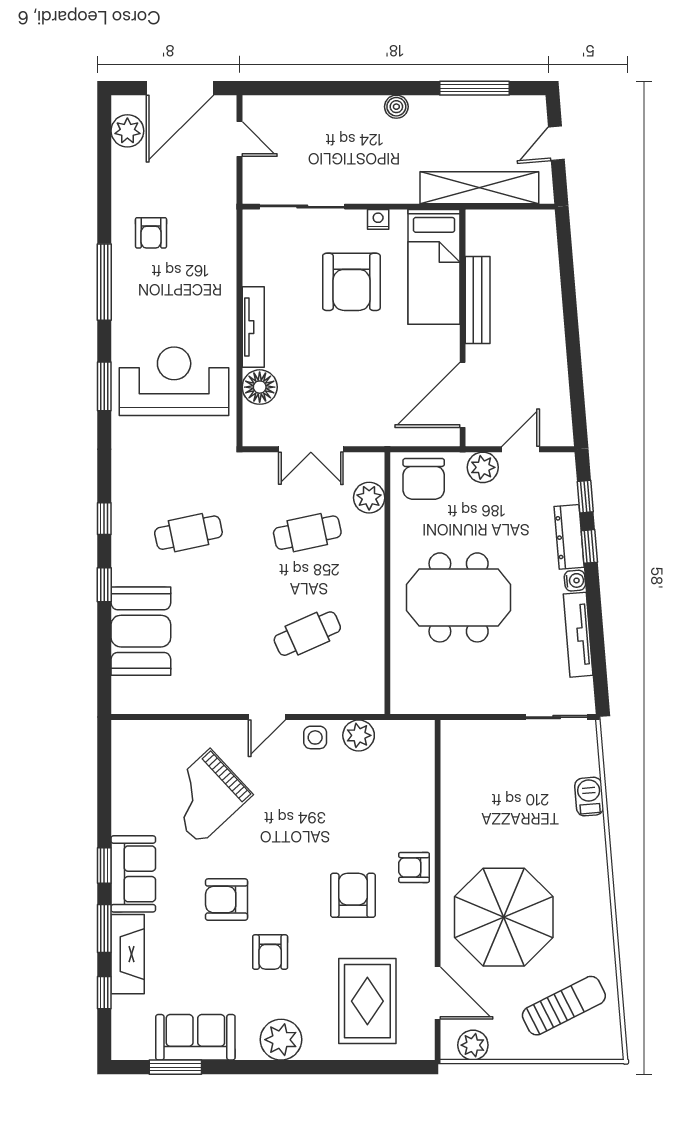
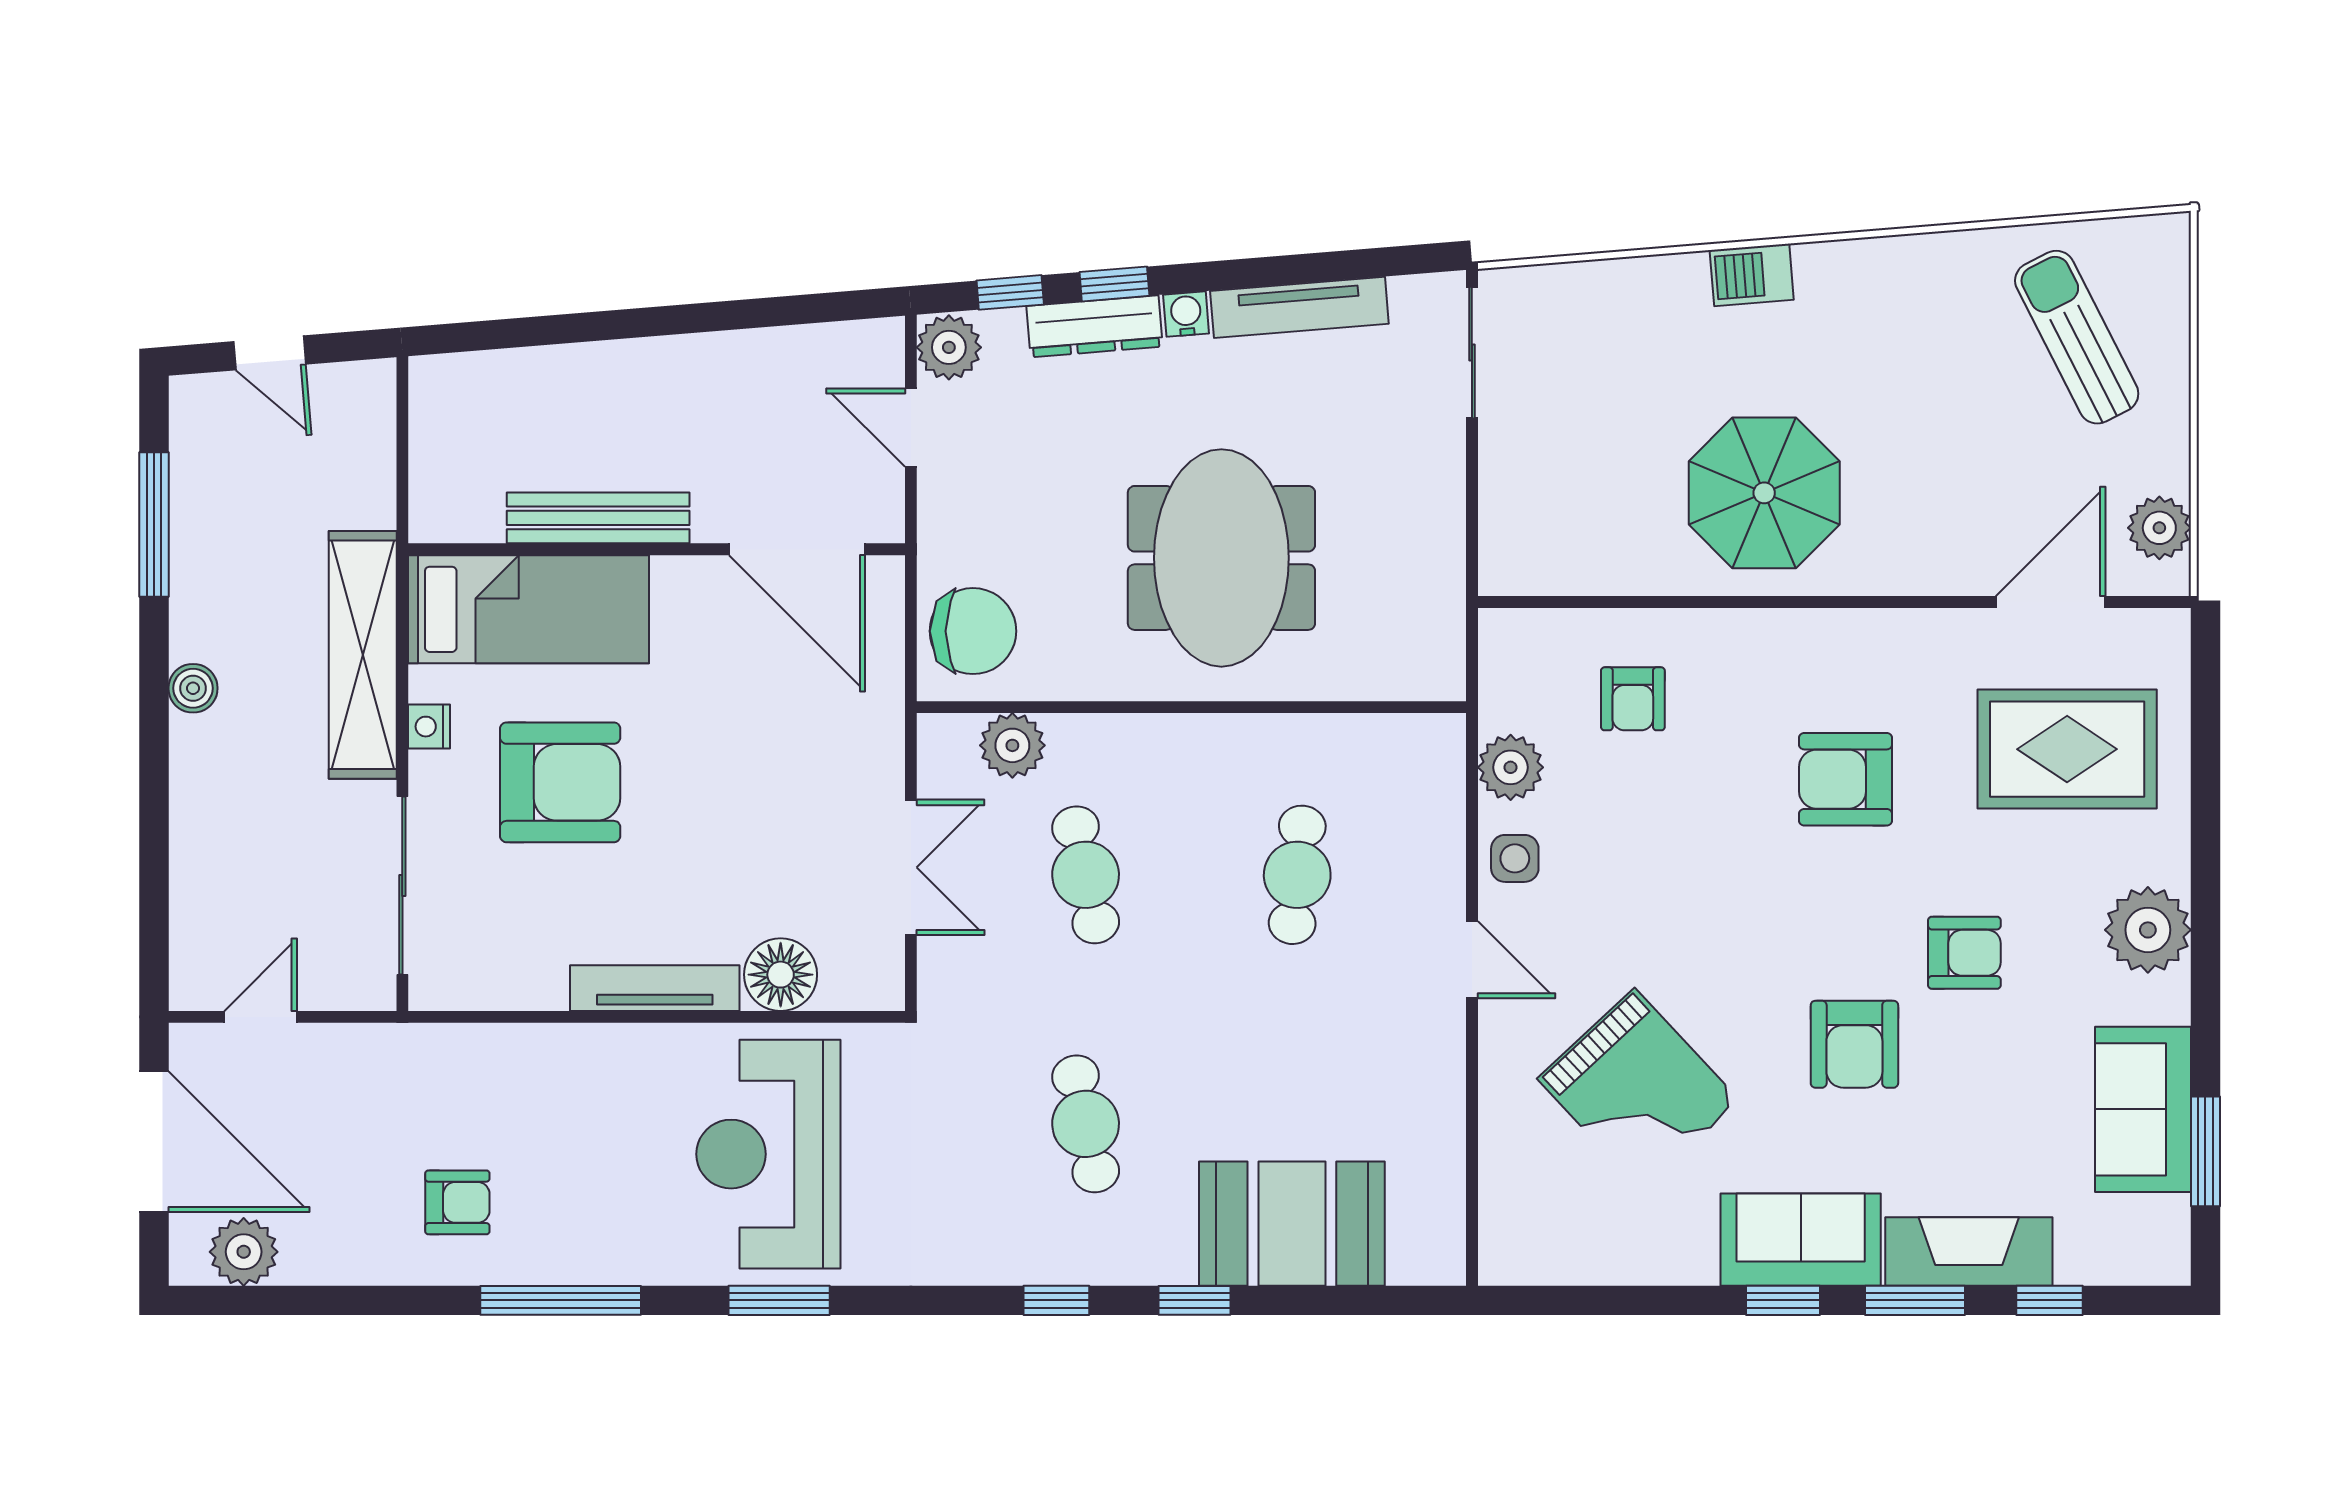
shelving: (479, 188) -> (363, 655), moved
plant: (483, 467) -> (949, 347), moved
cafe table: (307, 634) -> (1297, 875), turned 30
barbecue: (589, 797) -> (1752, 275), moved
armchair: (414, 867) -> (1633, 699), moved
parasol: (504, 917) -> (1764, 493), moved, width x0.73, depth x0.73

